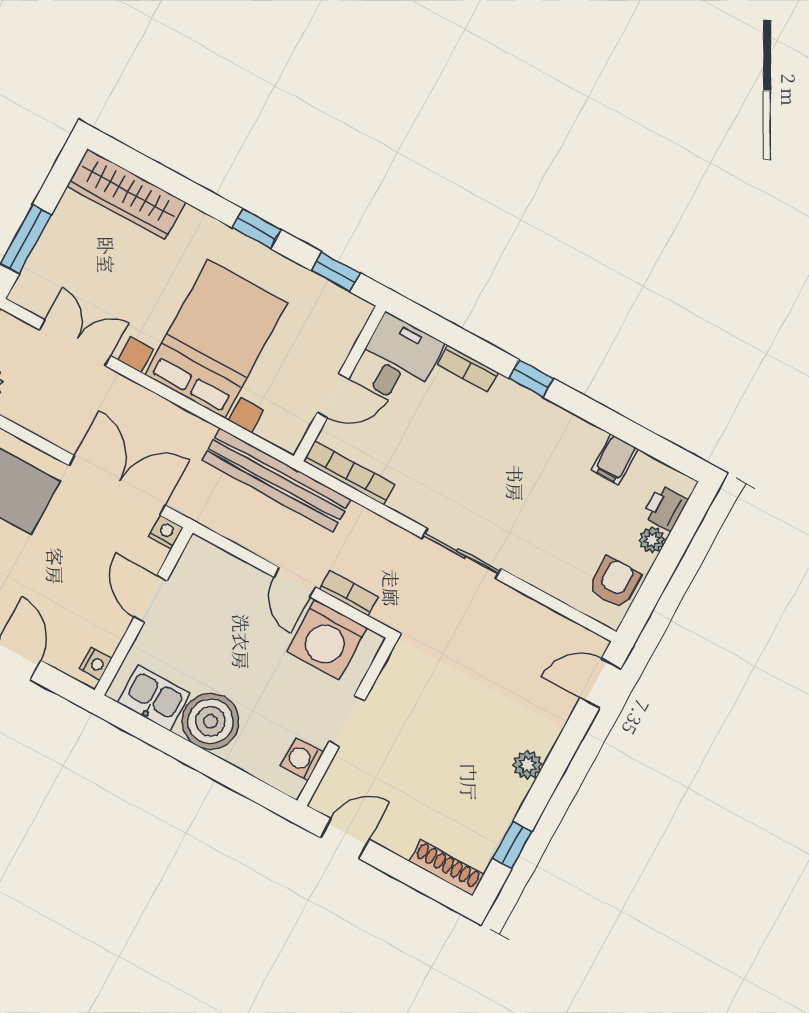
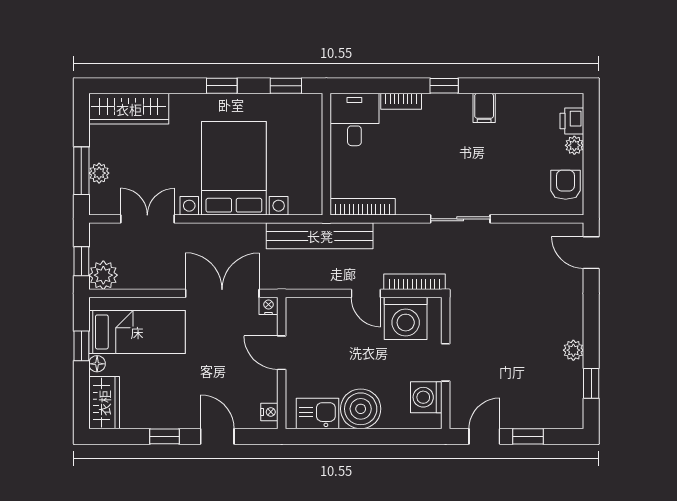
plant: (46, 254) -> (99, 173), added
door: (333, 396) -> (326, 164), removed
filing cabinet: (615, 459) -> (484, 108), moved
bookcase: (349, 593) -> (414, 282), width x1.56
door: (600, 683) -> (591, 253), hinge flipped
washing machine: (302, 759) -> (426, 397), width x1.38, depth x1.38
plant: (528, 765) -> (573, 350), moved
window: (399, 868) -> (528, 436), added
shoe rack: (446, 868) -> (558, 420), removed

